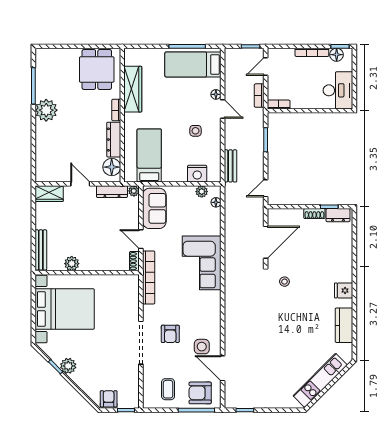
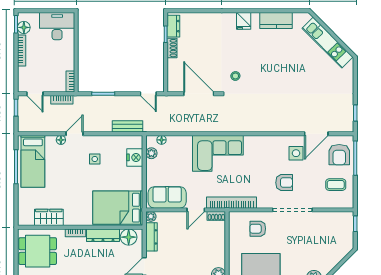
wardrobe: (133, 89) -> (49, 217), width x0.67
bed: (149, 155) -> (118, 208), width x1.50
armchair: (109, 399) -> (258, 229), moved

